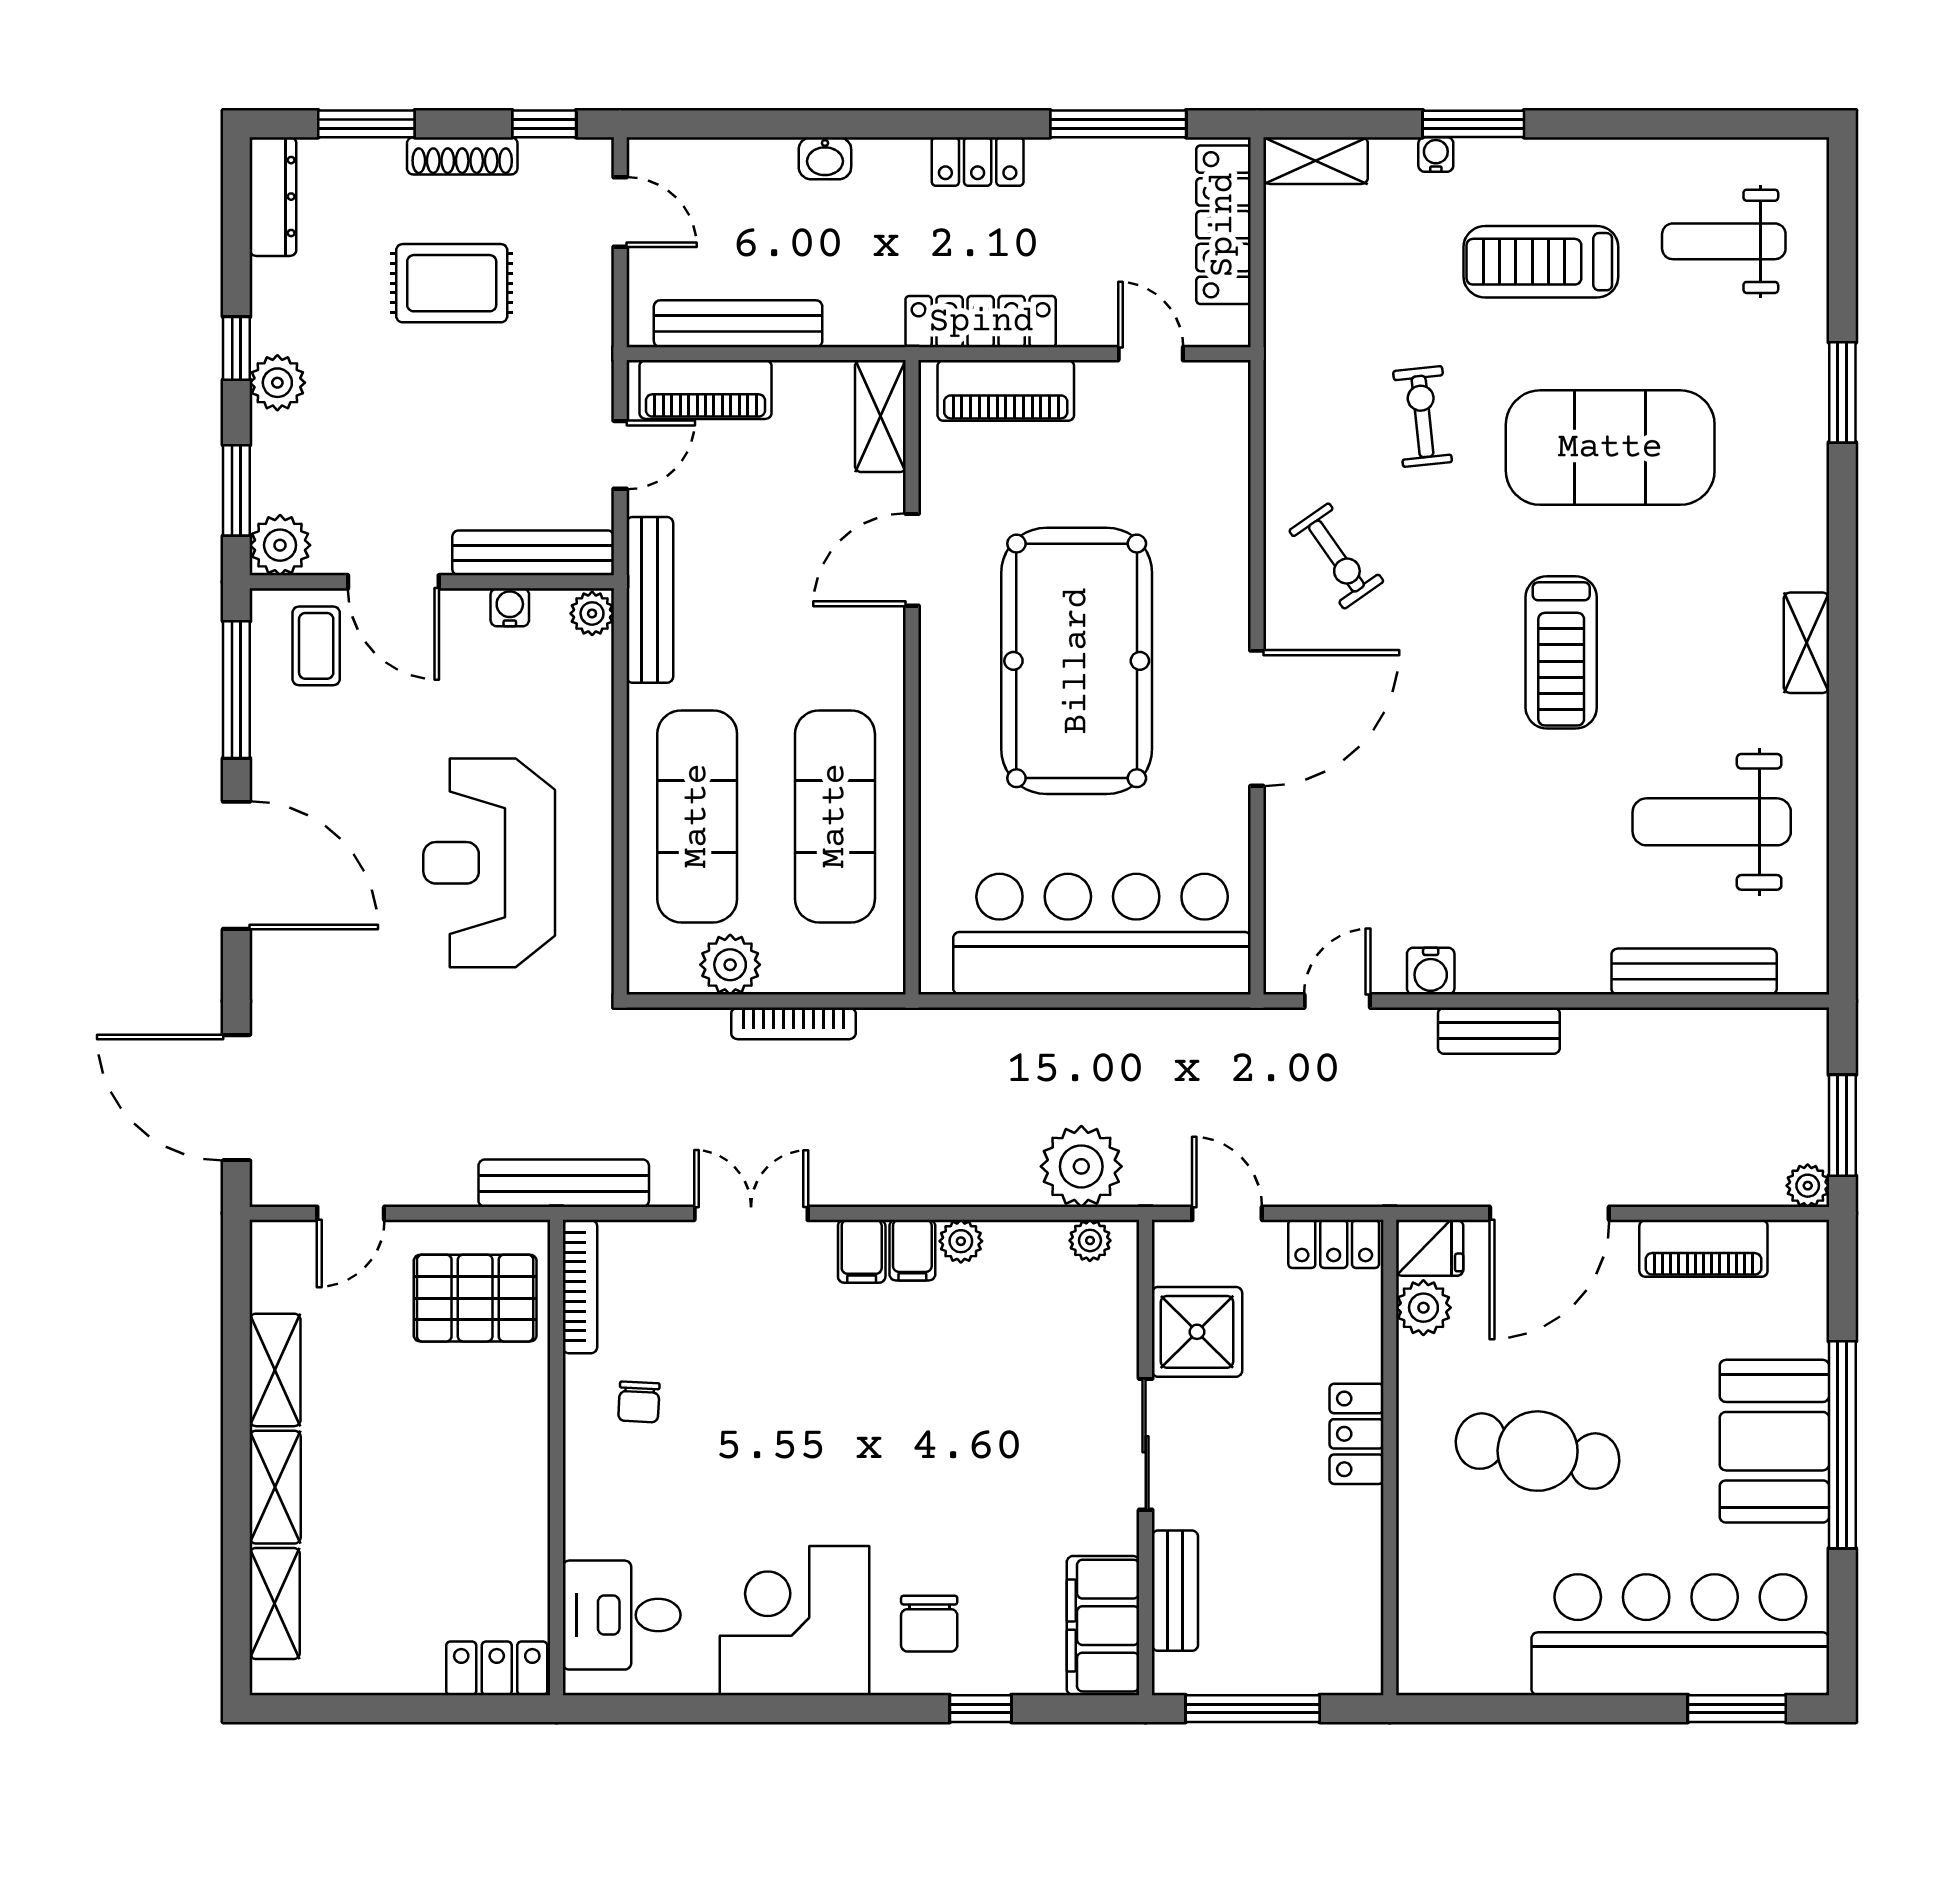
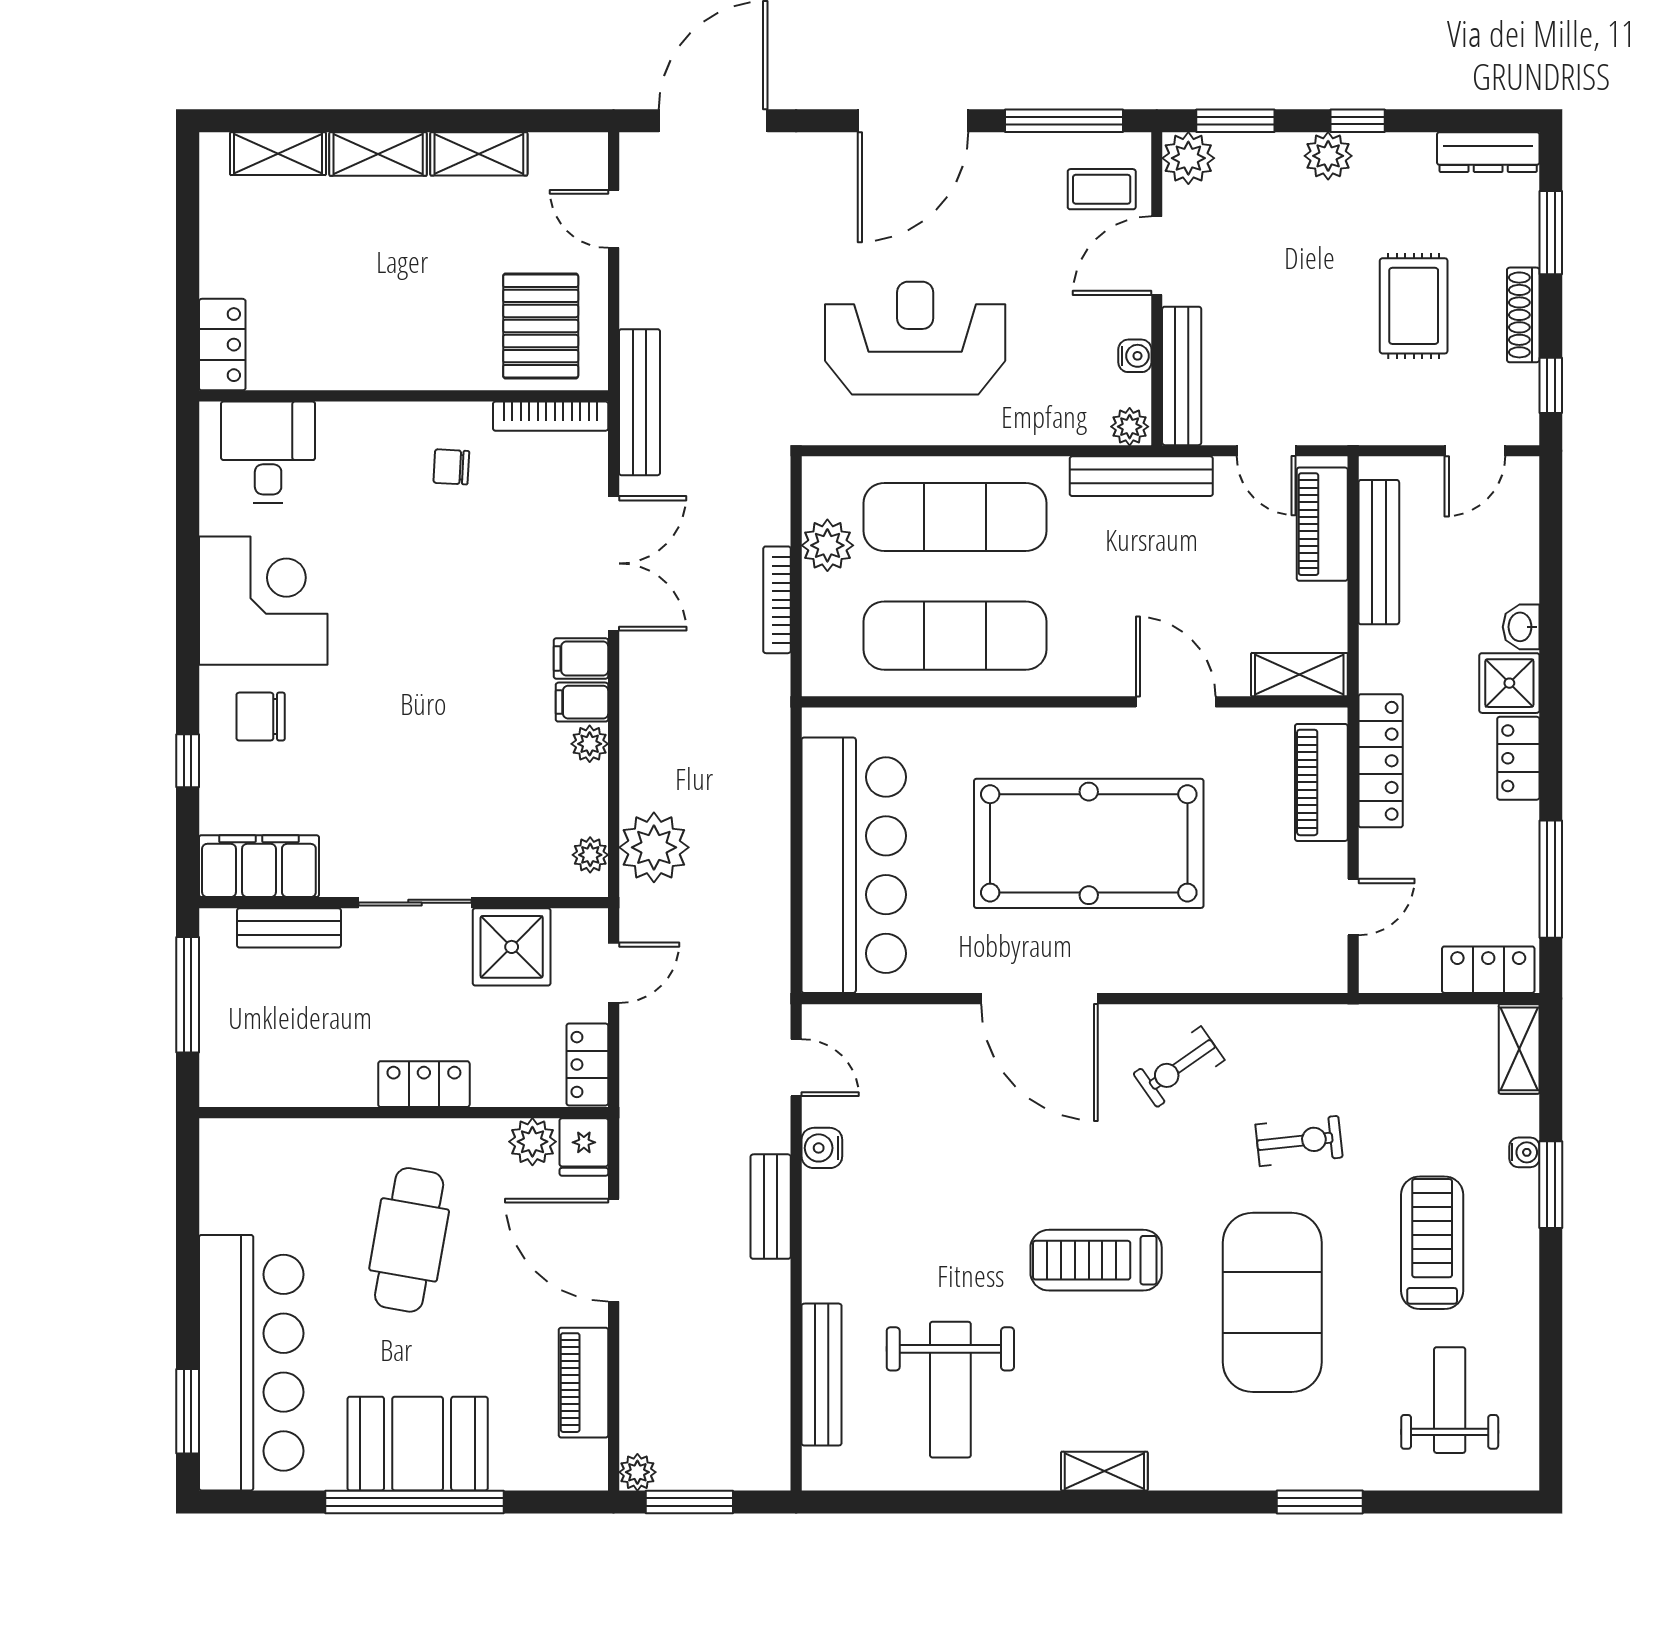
shower: (890, 172) -> (1509, 683), added
locker: (1223, 225) -> (1488, 970), width x0.66
weight bench: (1712, 822) -> (950, 1390), turned 180
double door: (751, 1213) -> (614, 563), width x1.37

